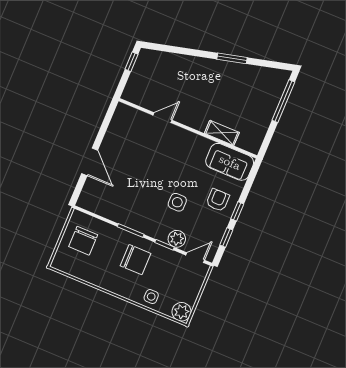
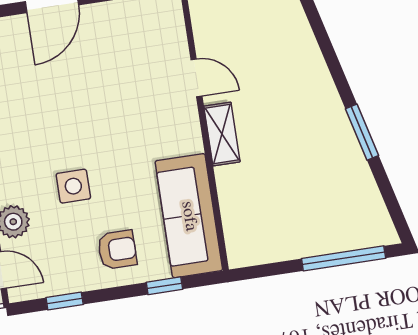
shelving: (222, 133) -> (222, 134), moved
sofa: (230, 162) -> (189, 216), width x1.36
window: (237, 211) -> (164, 286), moved

